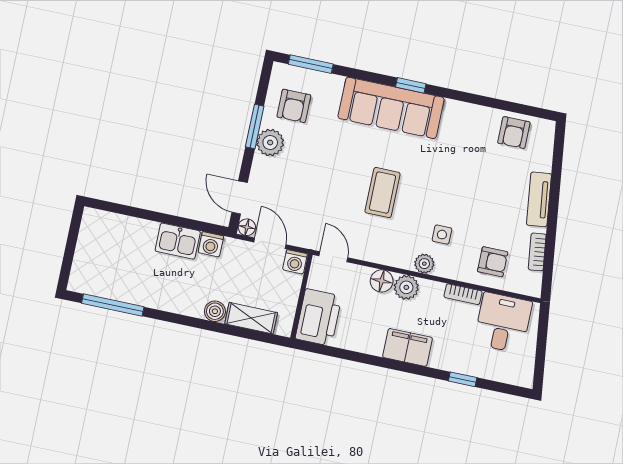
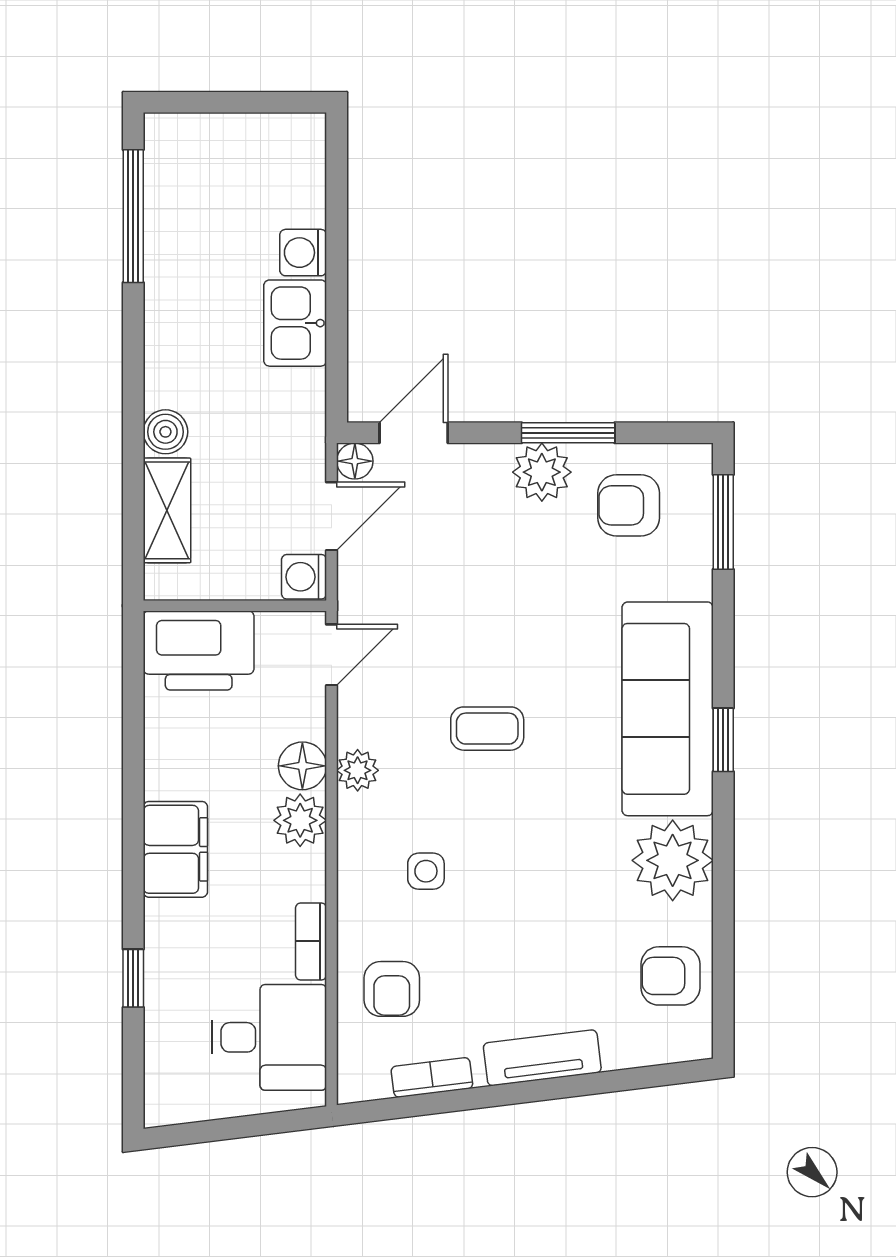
plant: (461, 120) -> (673, 860), added
coffee table: (382, 193) -> (487, 729), width x0.73, depth x0.77
washing machine: (211, 244) -> (303, 253), moved
plant: (424, 264) -> (358, 770), moved

